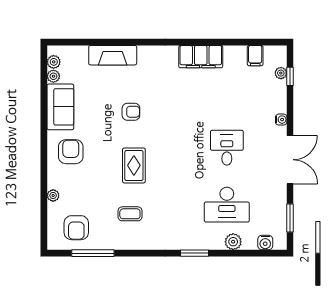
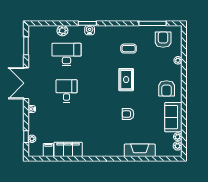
filing cabinet: (201, 57) -> (68, 149), moved
desk: (227, 148) -> (67, 91), turned 180
water cooler: (265, 243) -> (90, 30), moved

